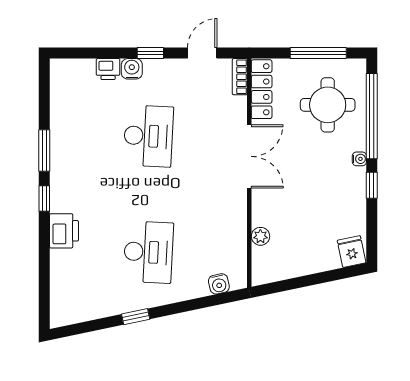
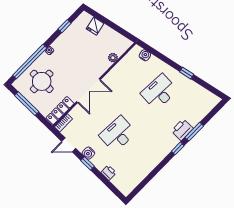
water cooler: (132, 69) -> (88, 153), moved
window: (44, 151) -> (194, 132), moved
double door: (249, 156) -> (88, 91), swing flipped
window: (372, 185) -> (65, 26), moved
fridge: (352, 252) -> (95, 26), moved

